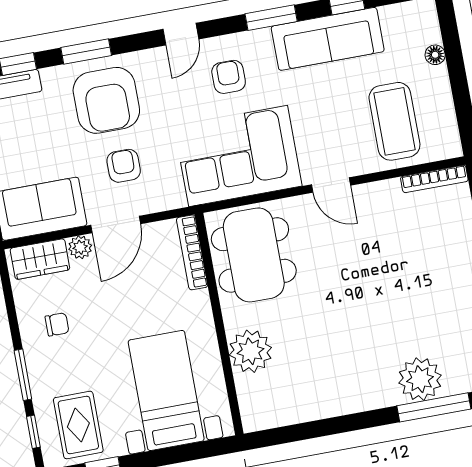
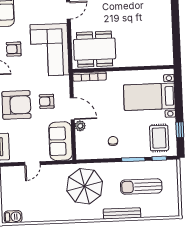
wardrobe: (40, 259) -> (83, 145), removed
plant: (250, 351) -> (137, 57), removed
rug: (78, 425) -> (159, 138), turned 90

